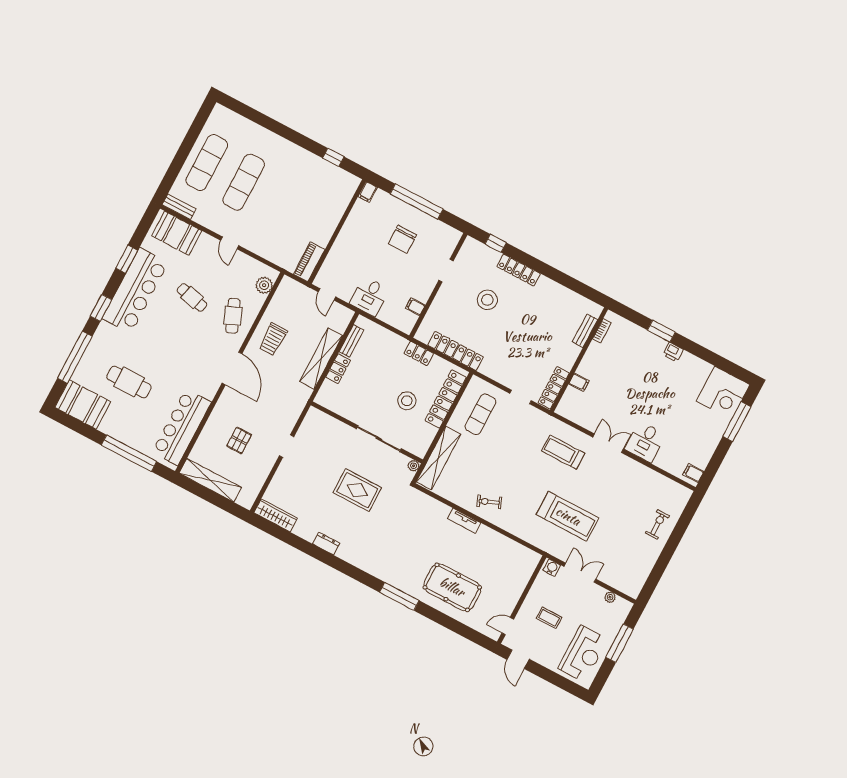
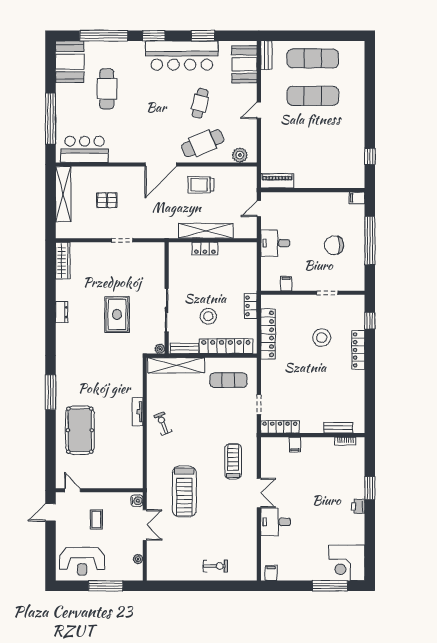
cafe table: (233, 316) -> (203, 143), width x1.37, depth x1.35
bench: (351, 341) -> (184, 348), moved
bar counter: (182, 427) -> (85, 149), width x0.73

